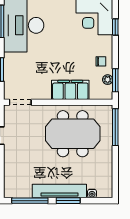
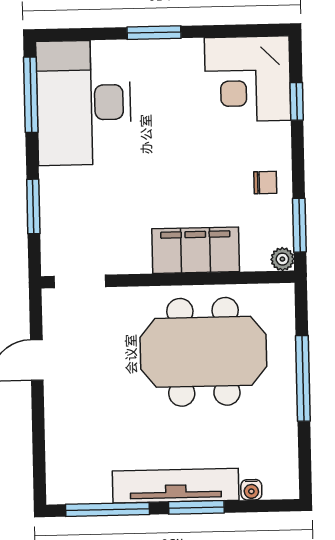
plant: (108, 80) -> (282, 259), moved
window: (115, 127) -> (303, 378), moved

